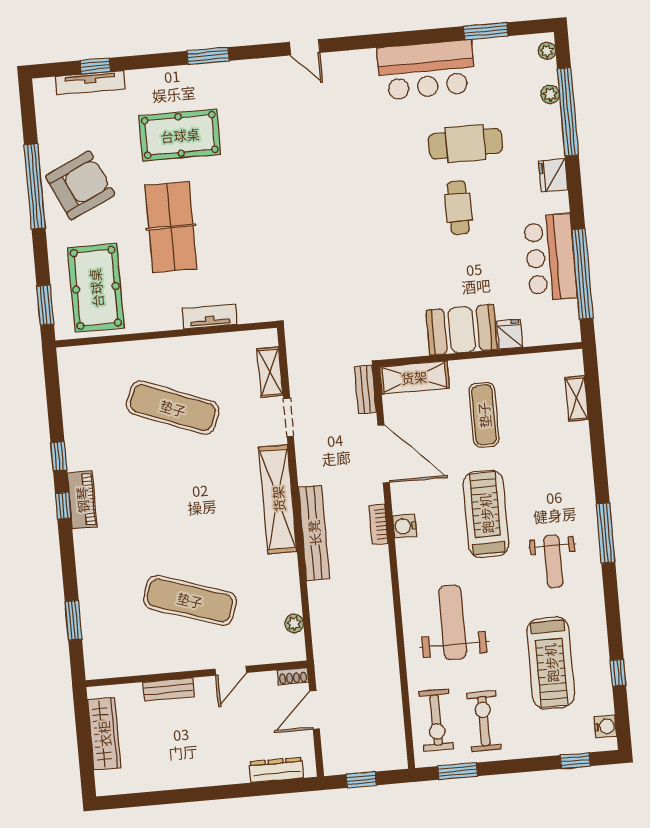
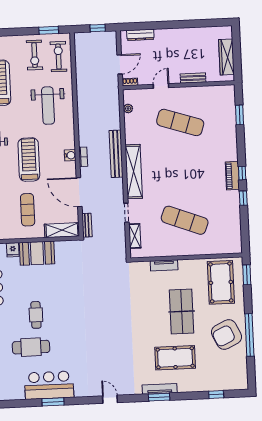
window: (486, 31) -> (53, 402), moved
tv unit: (90, 83) -> (160, 389), moved
treadmill: (486, 514) -> (29, 160), turned 180

